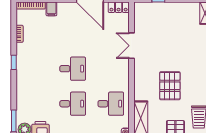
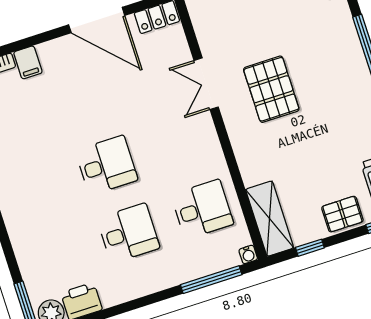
pallet: (170, 86) -> (271, 89), moved

